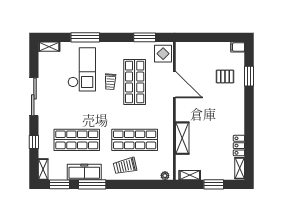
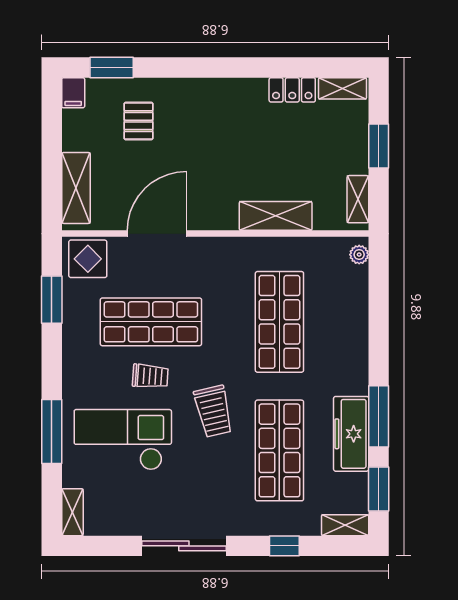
shelving: (195, 48) -> (76, 188), added
window: (249, 76) -> (112, 68), moved
trolley: (125, 166) -> (213, 411), moved

